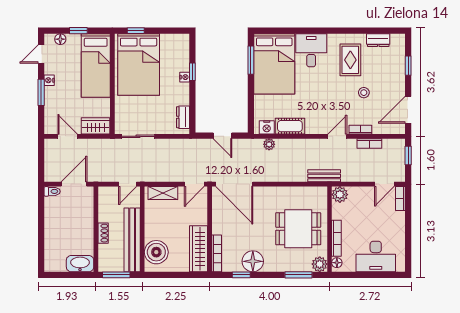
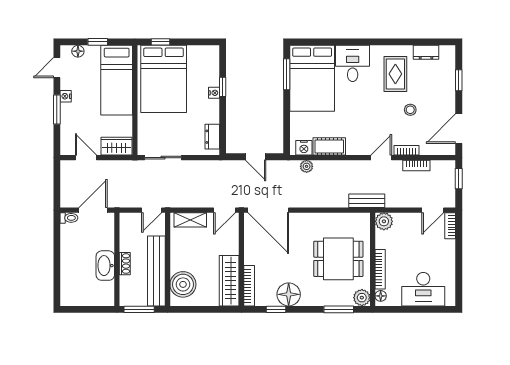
washbasin: (80, 264) -> (105, 266), moved, turned -90

